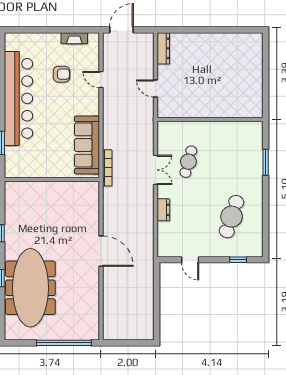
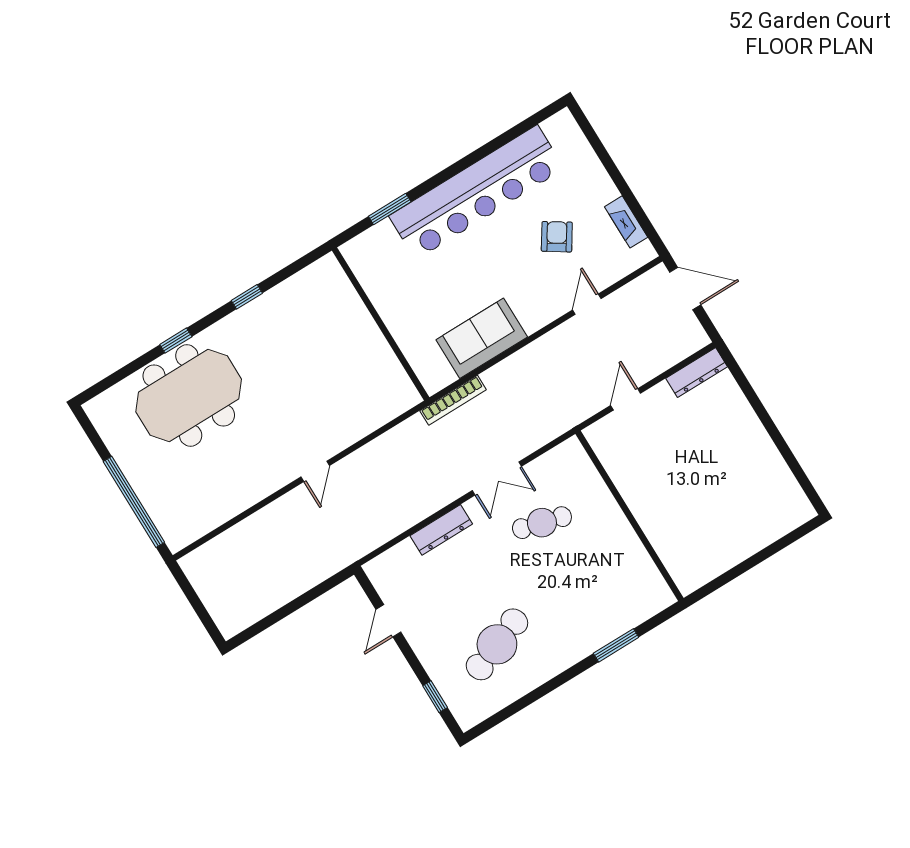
armchair: (61, 74) -> (557, 237), turned -147
sofa: (87, 145) -> (482, 338), width x0.73
dresser: (163, 210) -> (441, 530), width x1.44
cafe table: (232, 217) -> (497, 644), turned -39
door: (101, 251) -> (315, 471), width x0.53
meeting table: (30, 288) -> (189, 395), width x0.73

